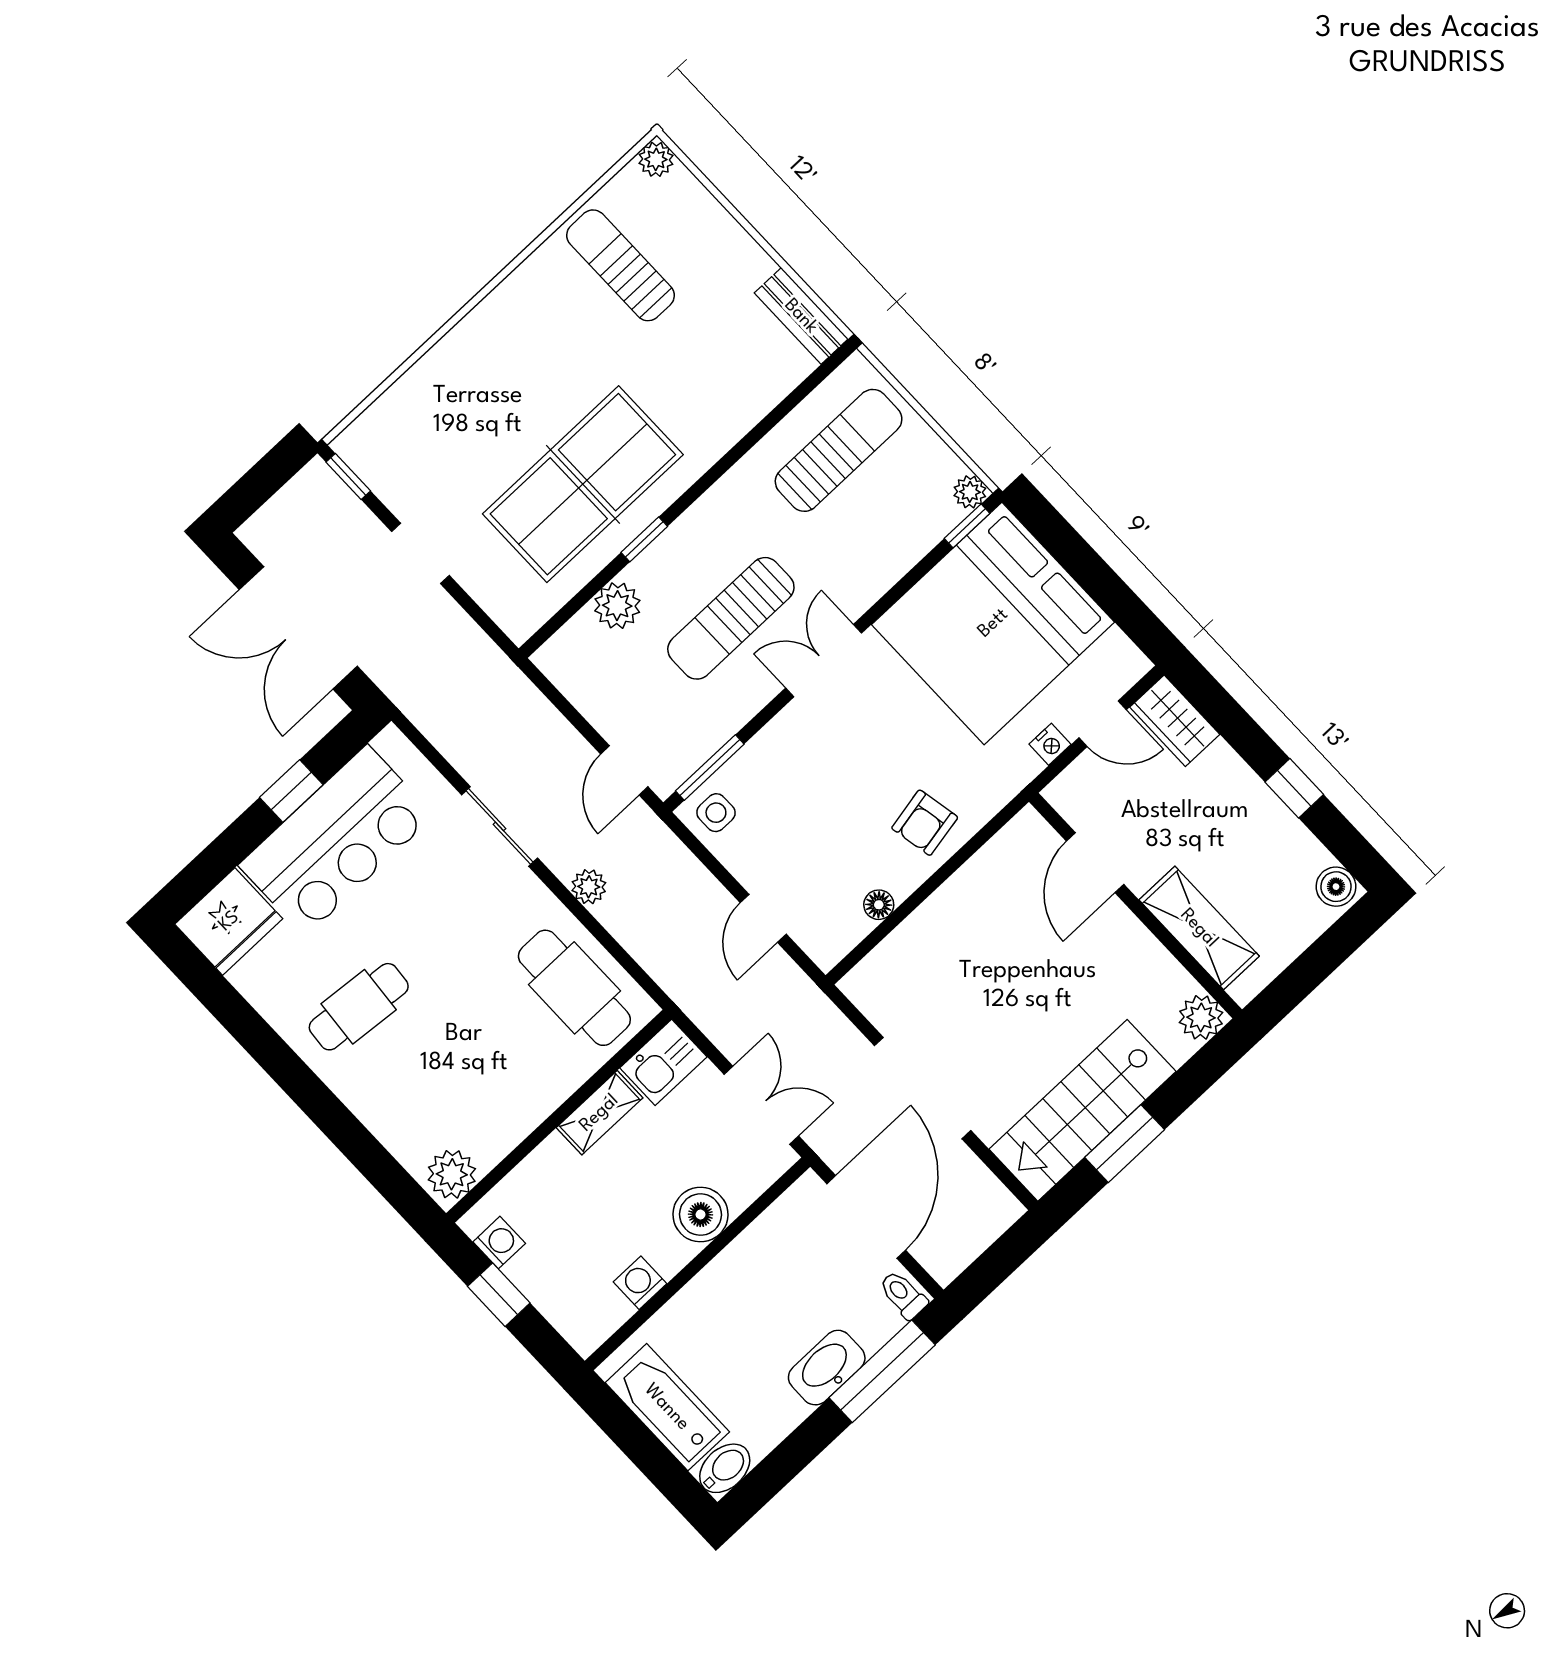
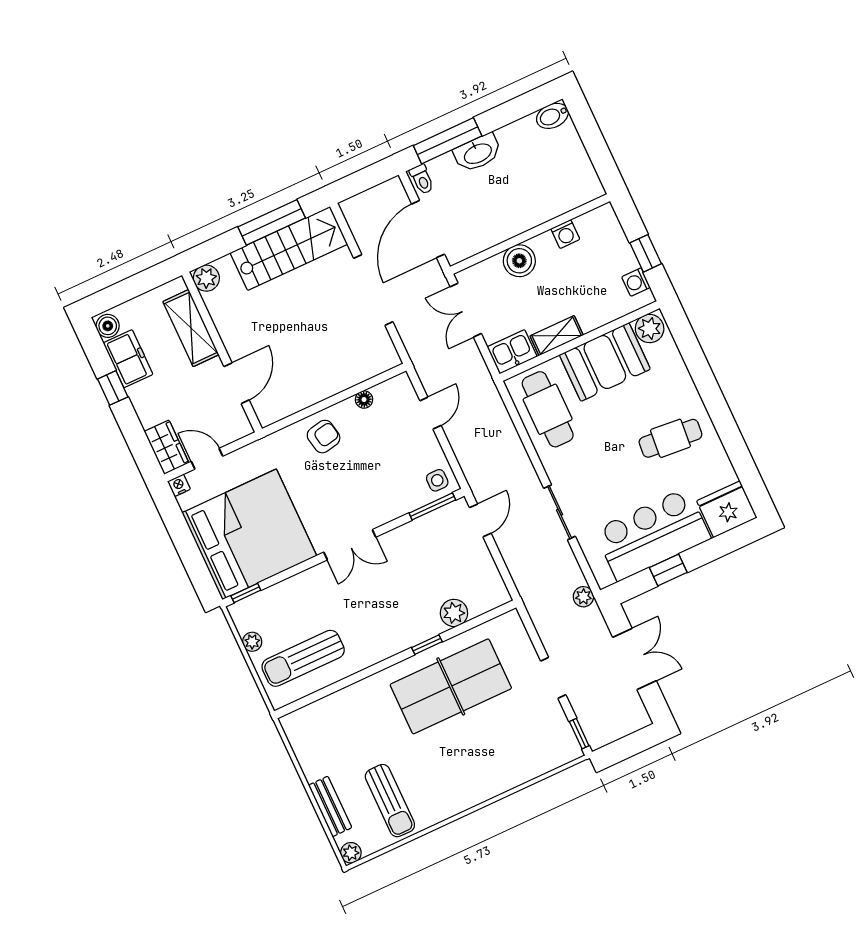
bench: (801, 316) -> (330, 806), moved
plant: (970, 492) -> (252, 642), moved
sun lounger: (731, 618) -> (393, 585), removed
double door: (298, 628) -> (635, 659), width x0.73
nightstand: (1050, 744) -> (179, 485), moved
freezer: (1285, 844) -> (128, 359), added
plant: (589, 887) -> (583, 597), moved
booth: (507, 1096) -> (605, 362), added
window: (1125, 1144) -> (272, 222), width x1.44
bathtub: (667, 1407) -> (573, 160), removed

